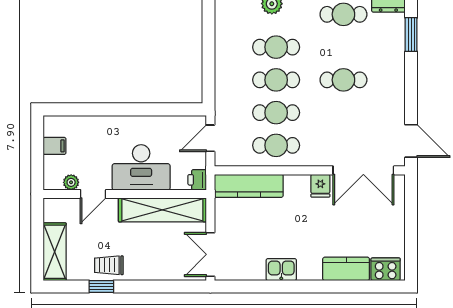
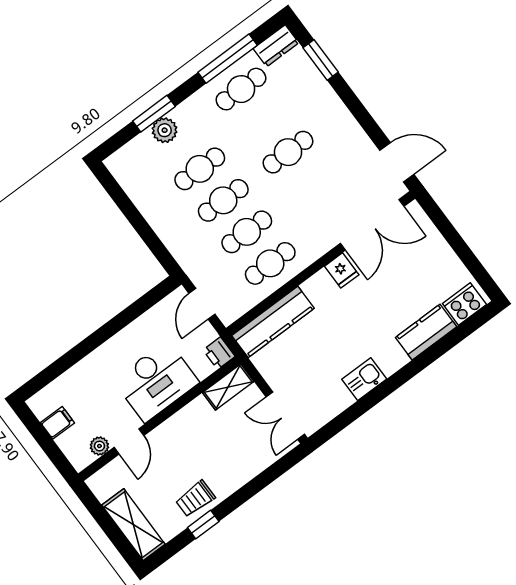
shelving: (162, 210) -> (228, 387), width x0.45, depth x0.75

